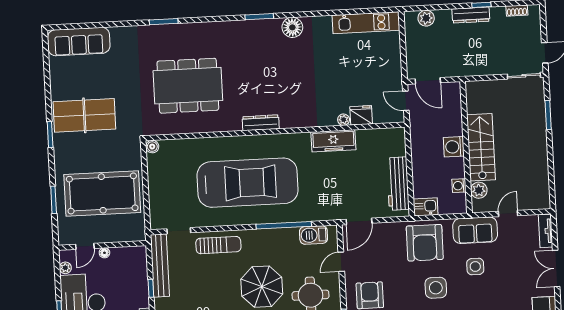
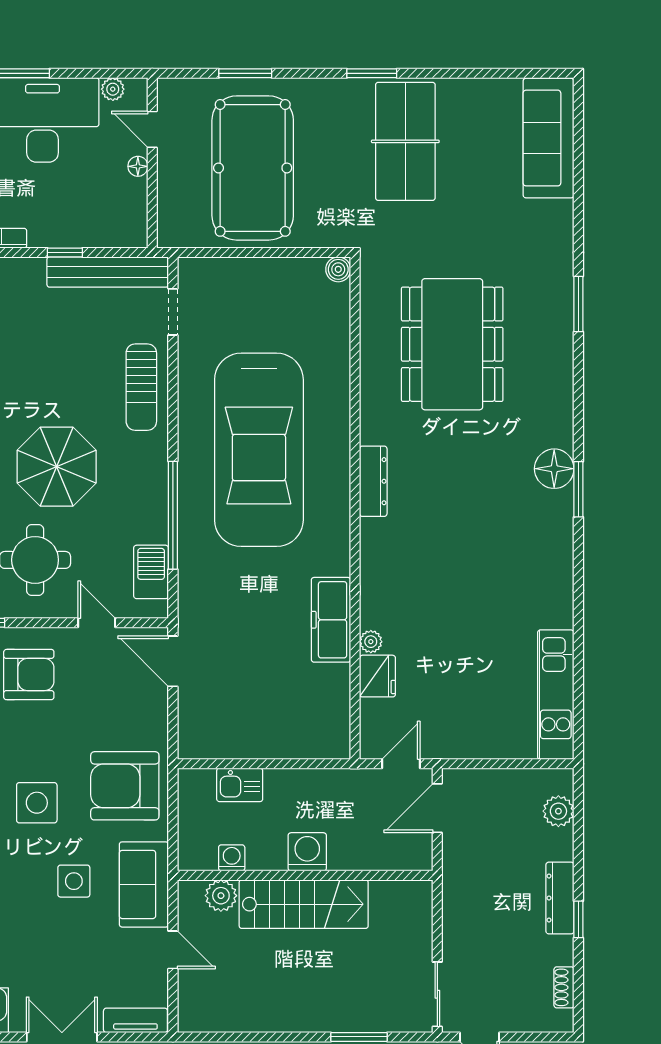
floor lamp: (292, 27) -> (554, 469), moved
workbench: (398, 184) -> (242, 740), removed
kitchen sink: (426, 207) -> (240, 785), moved, turned 90

